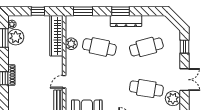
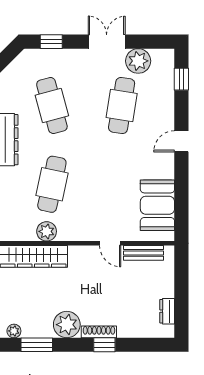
plant: (16, 37) -> (67, 325), moved

